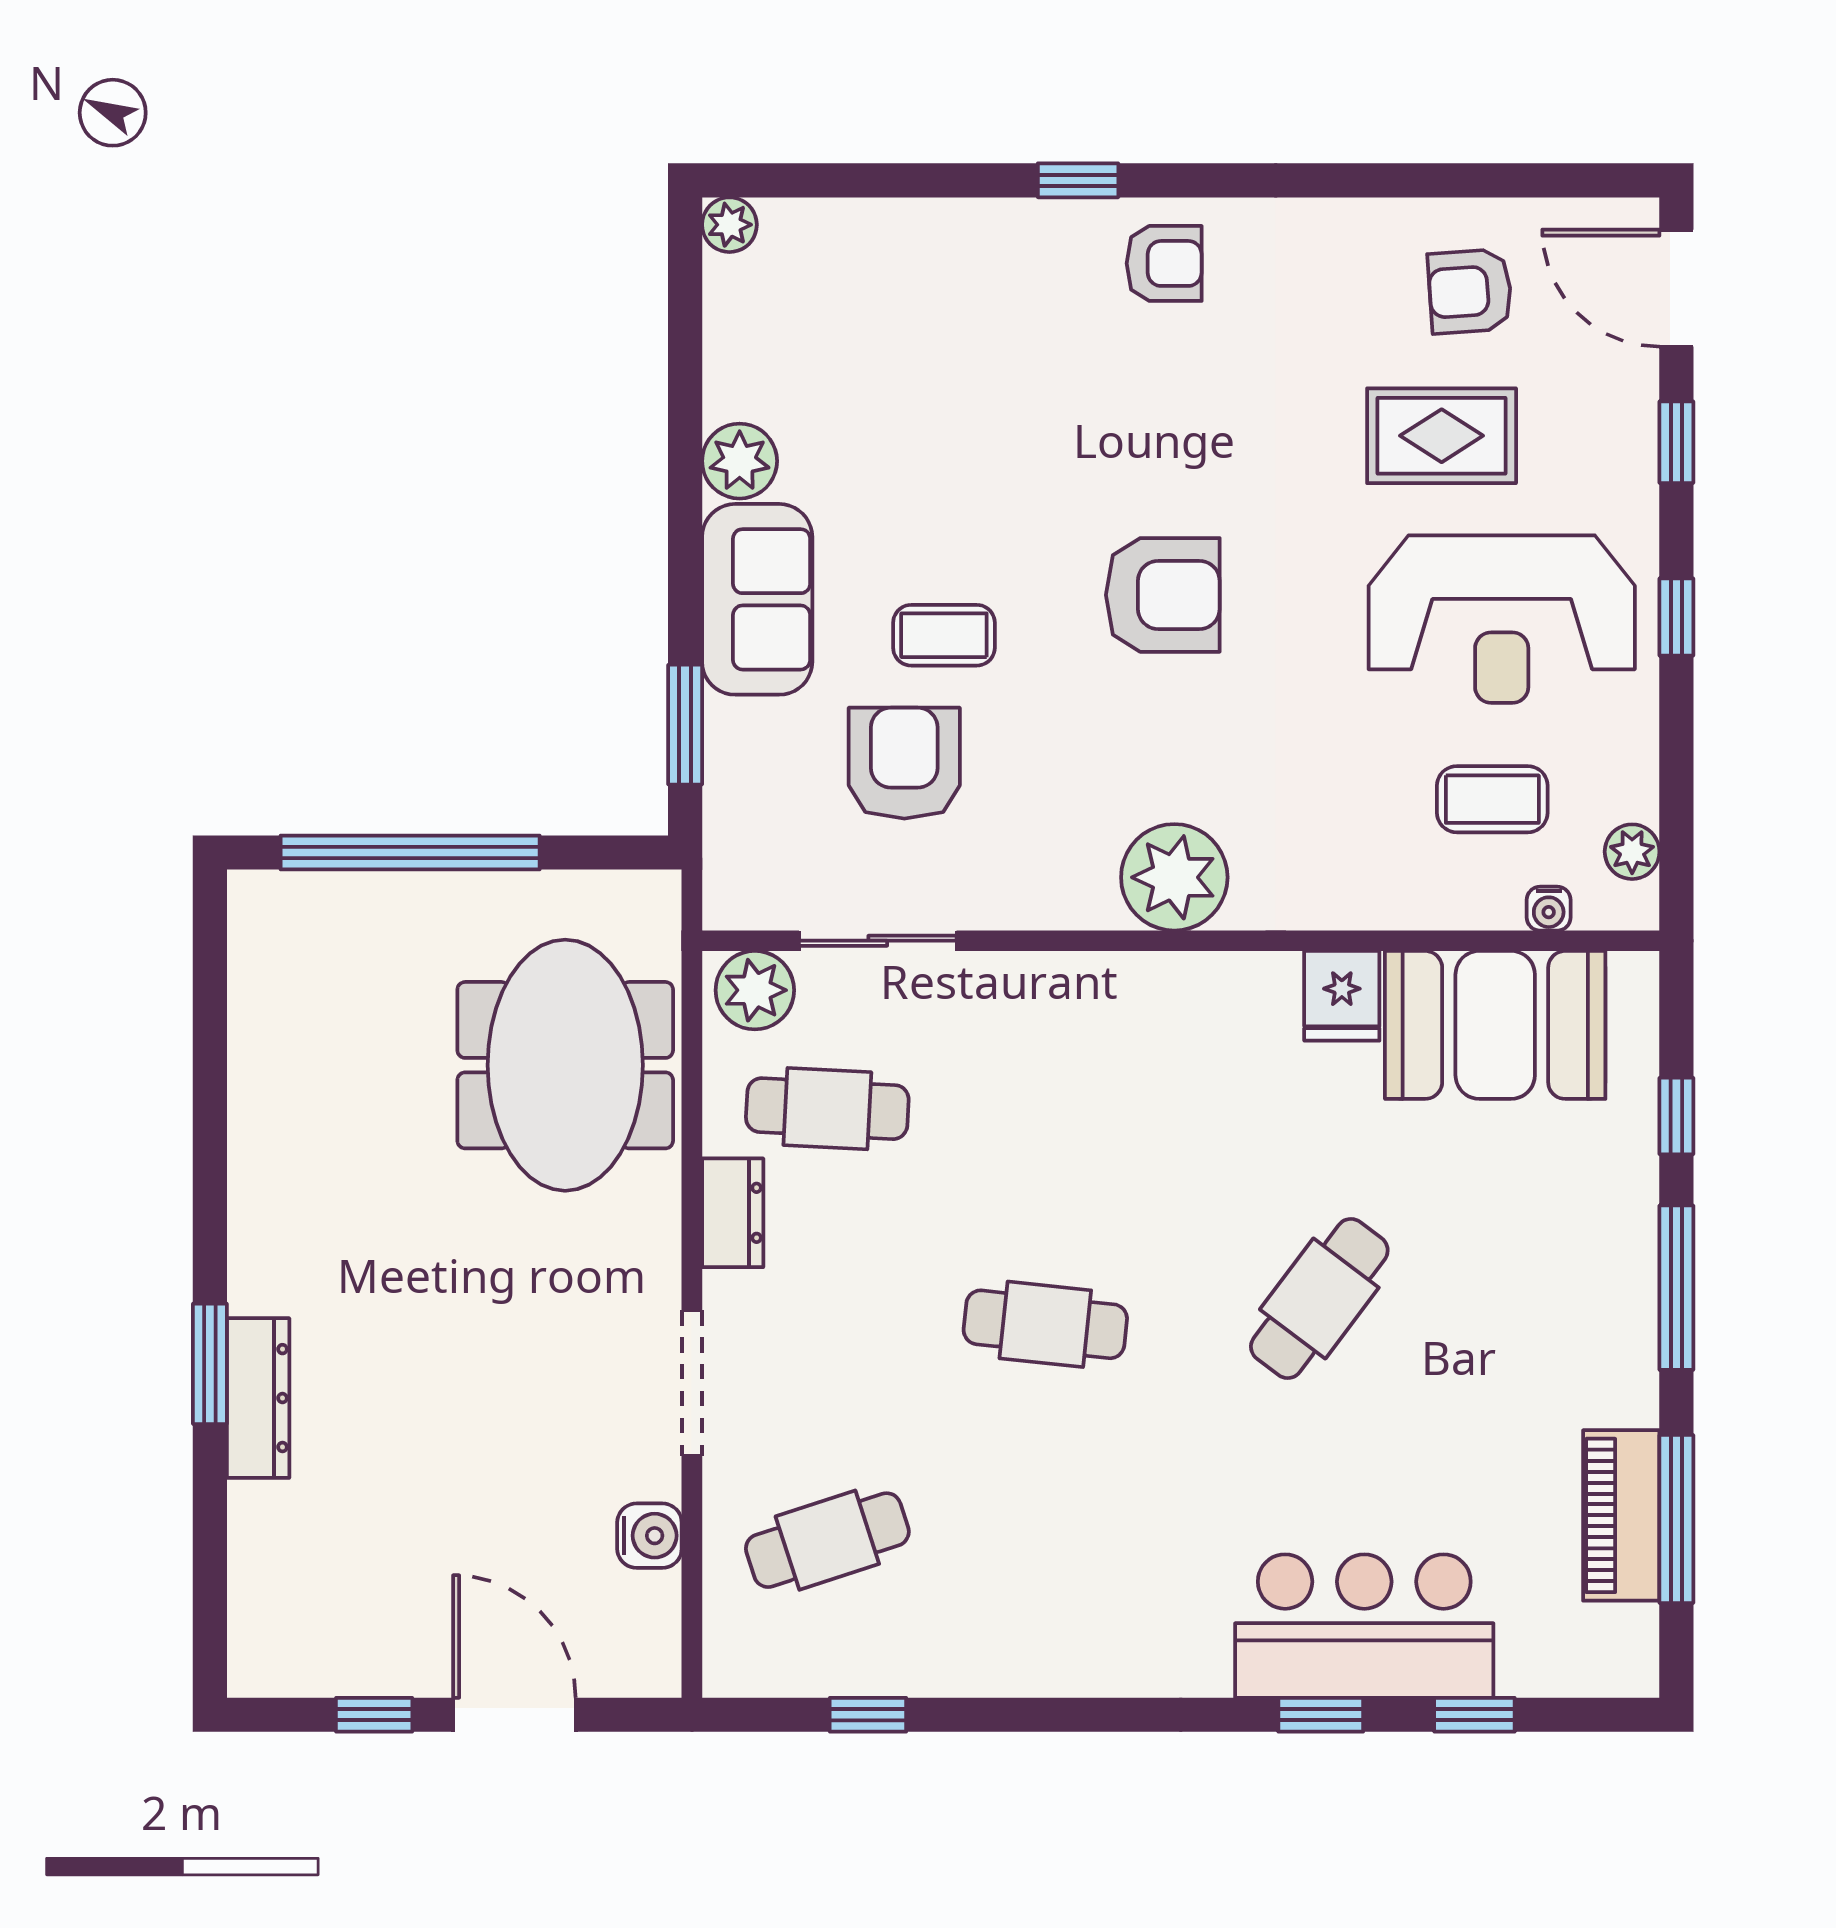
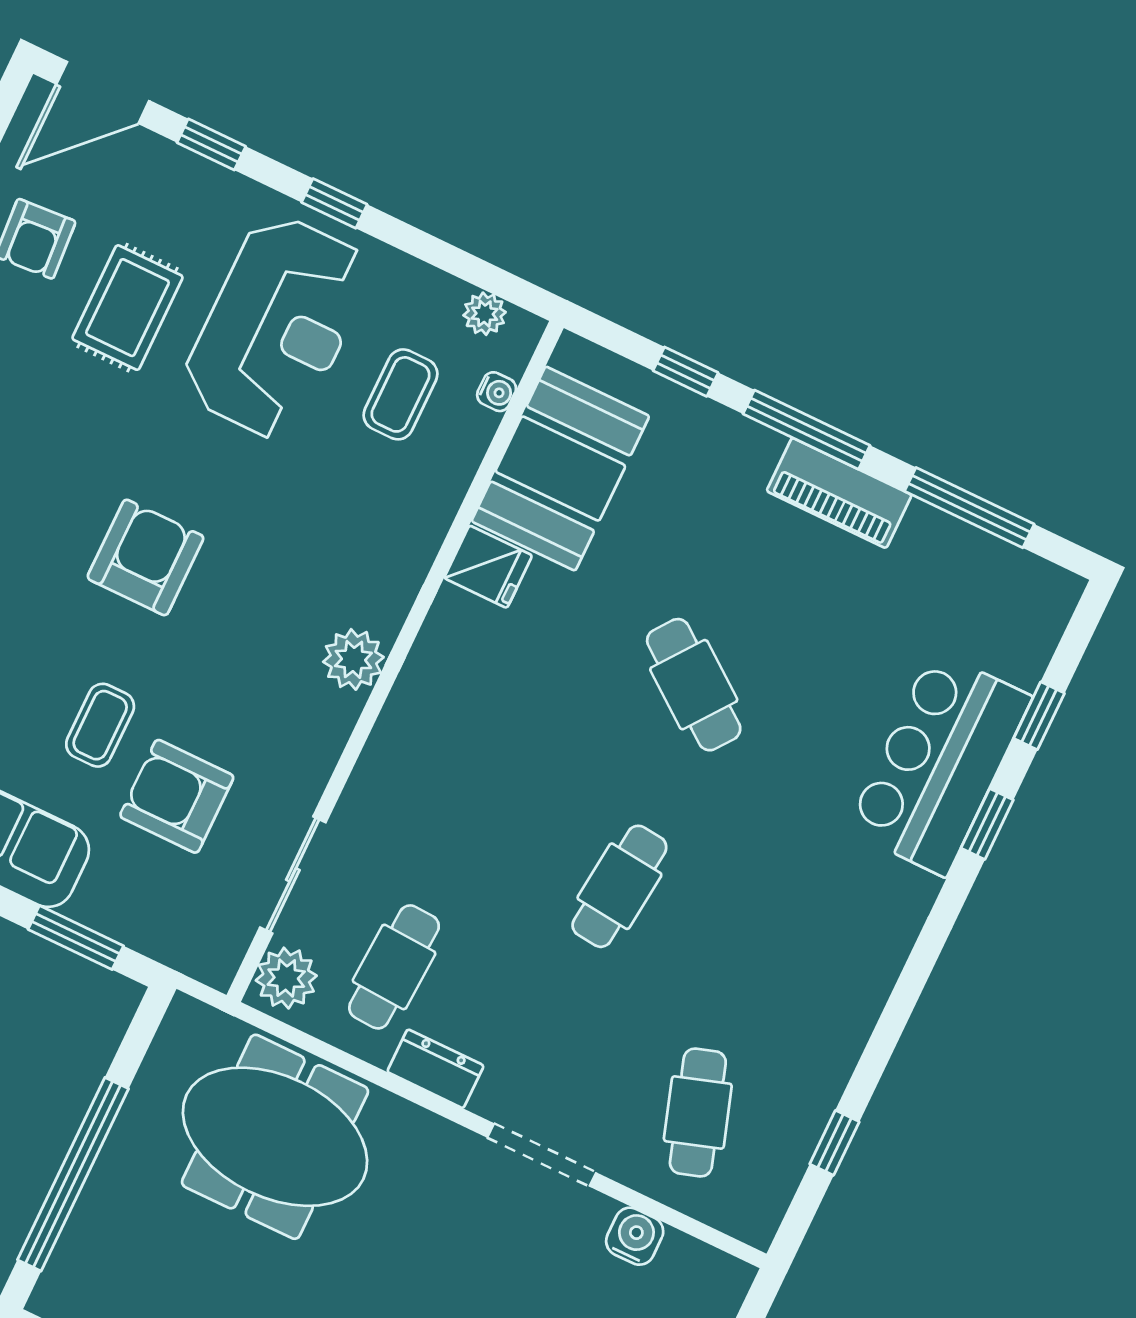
plant: (1174, 877) -> (353, 659), width x0.73, depth x0.73
piano: (1621, 1515) -> (839, 493), moved

